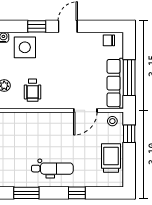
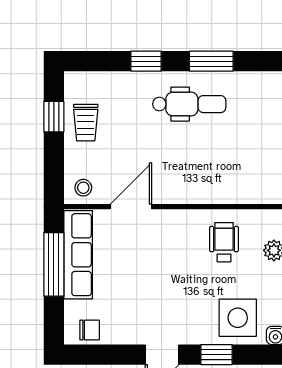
window: (129, 134) -> (54, 117), moved
trolley: (111, 158) -> (86, 123), width x0.73, depth x0.72
dental chair: (52, 169) -> (189, 104), turned 180
window: (26, 193) -> (211, 61), moved

